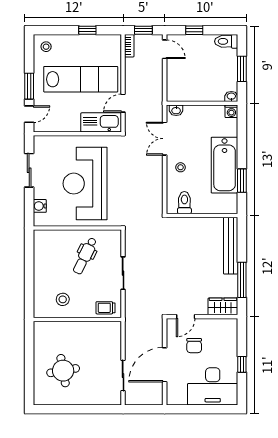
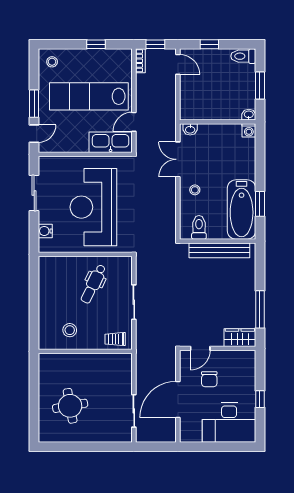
lab bench: (81, 79) -> (89, 96), turned 180
bathtub: (225, 165) -> (242, 210), moved
bench: (231, 246) -> (219, 250), moved, turned 90

